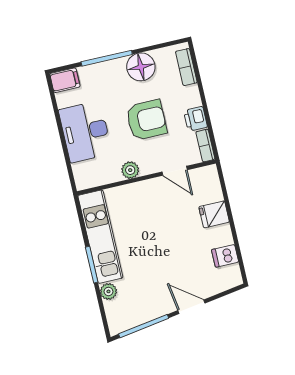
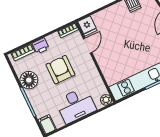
printer: (195, 119) -> (41, 46), moved
plant: (130, 170) -> (106, 100), moved
fridge: (214, 214) -> (87, 26), moved

